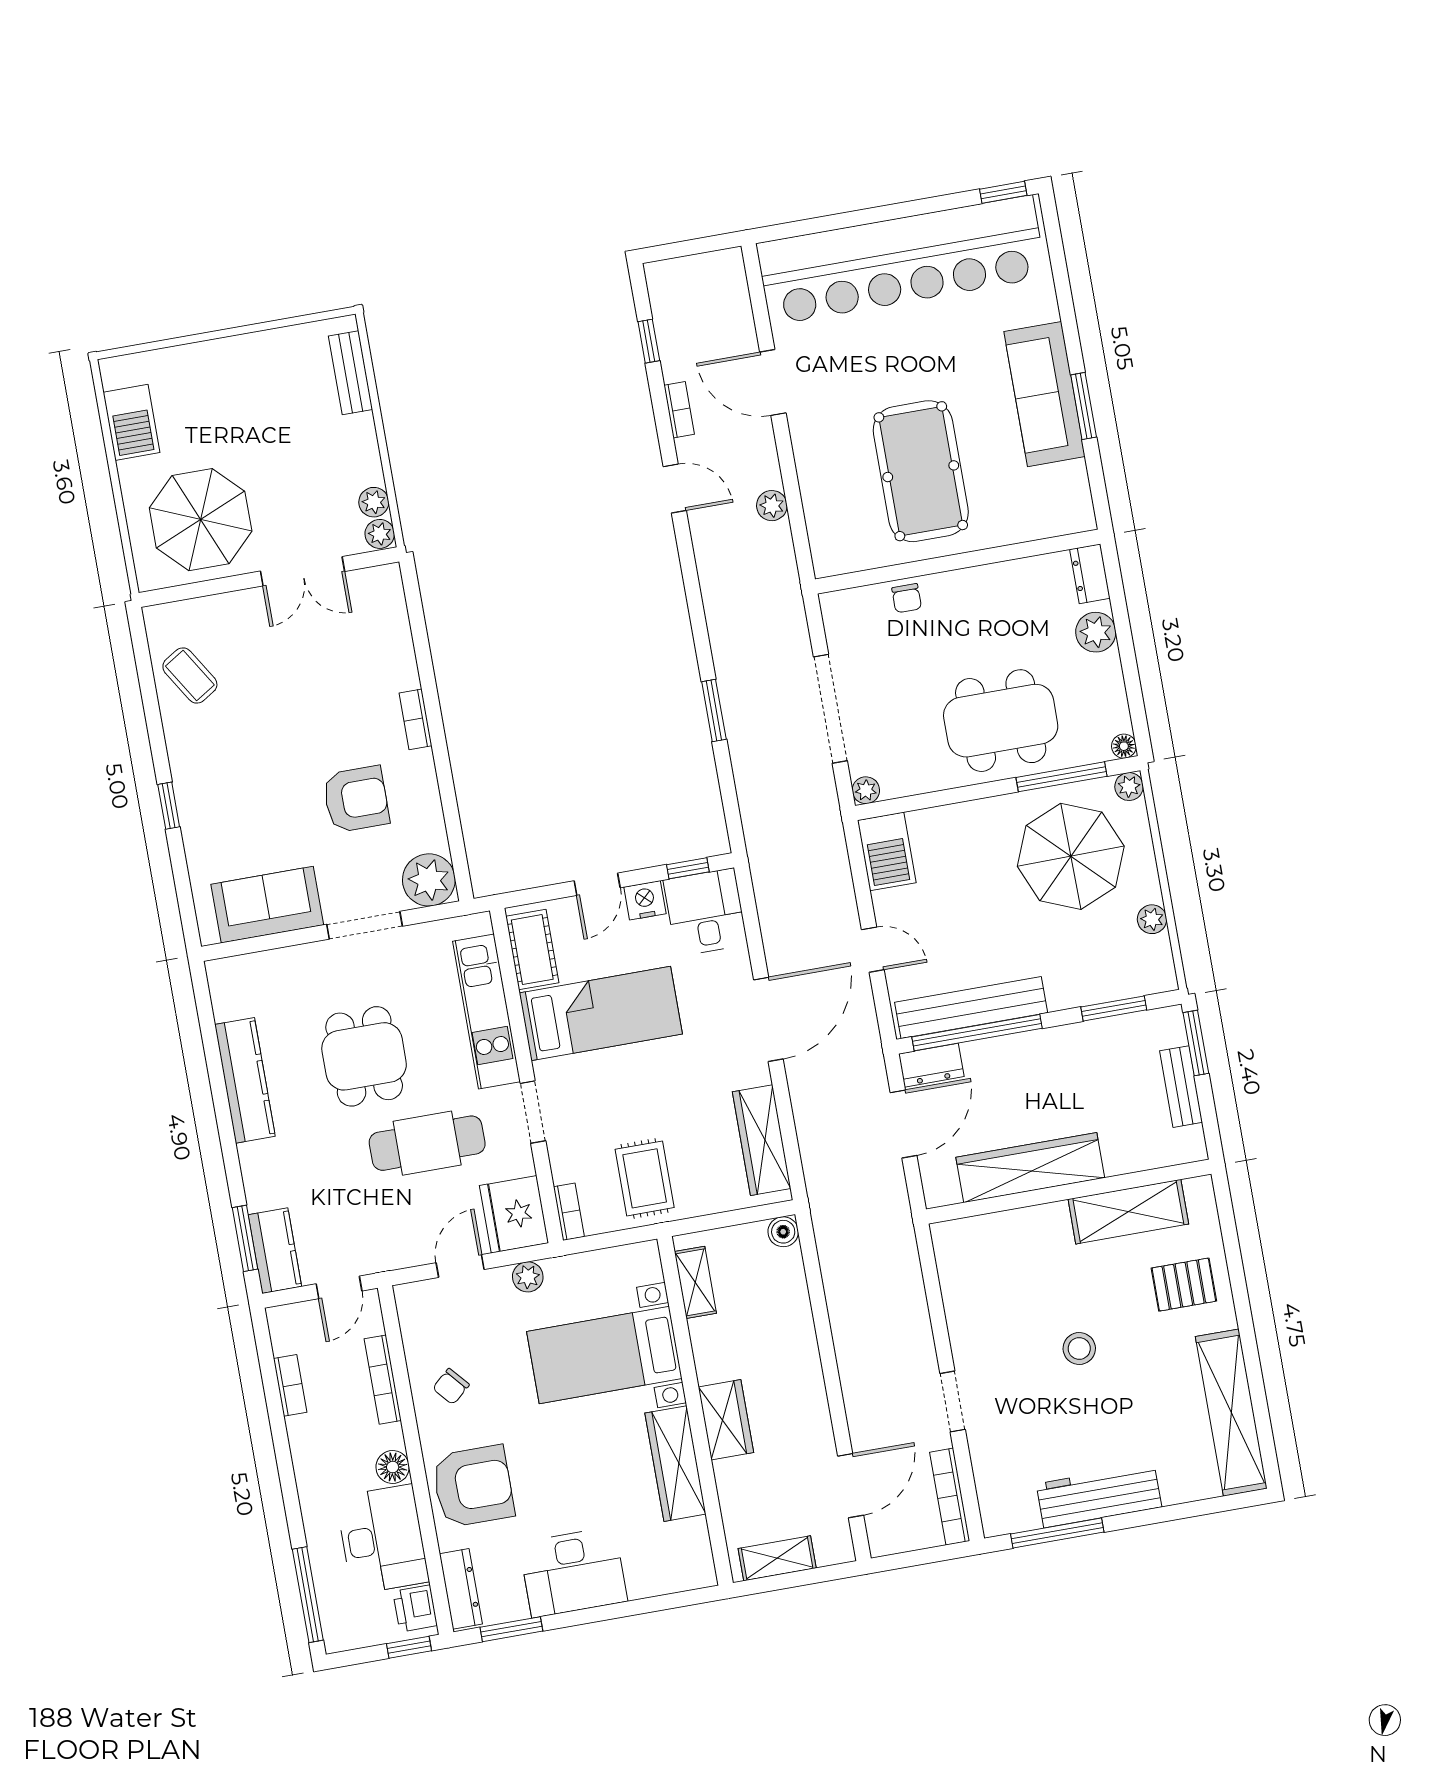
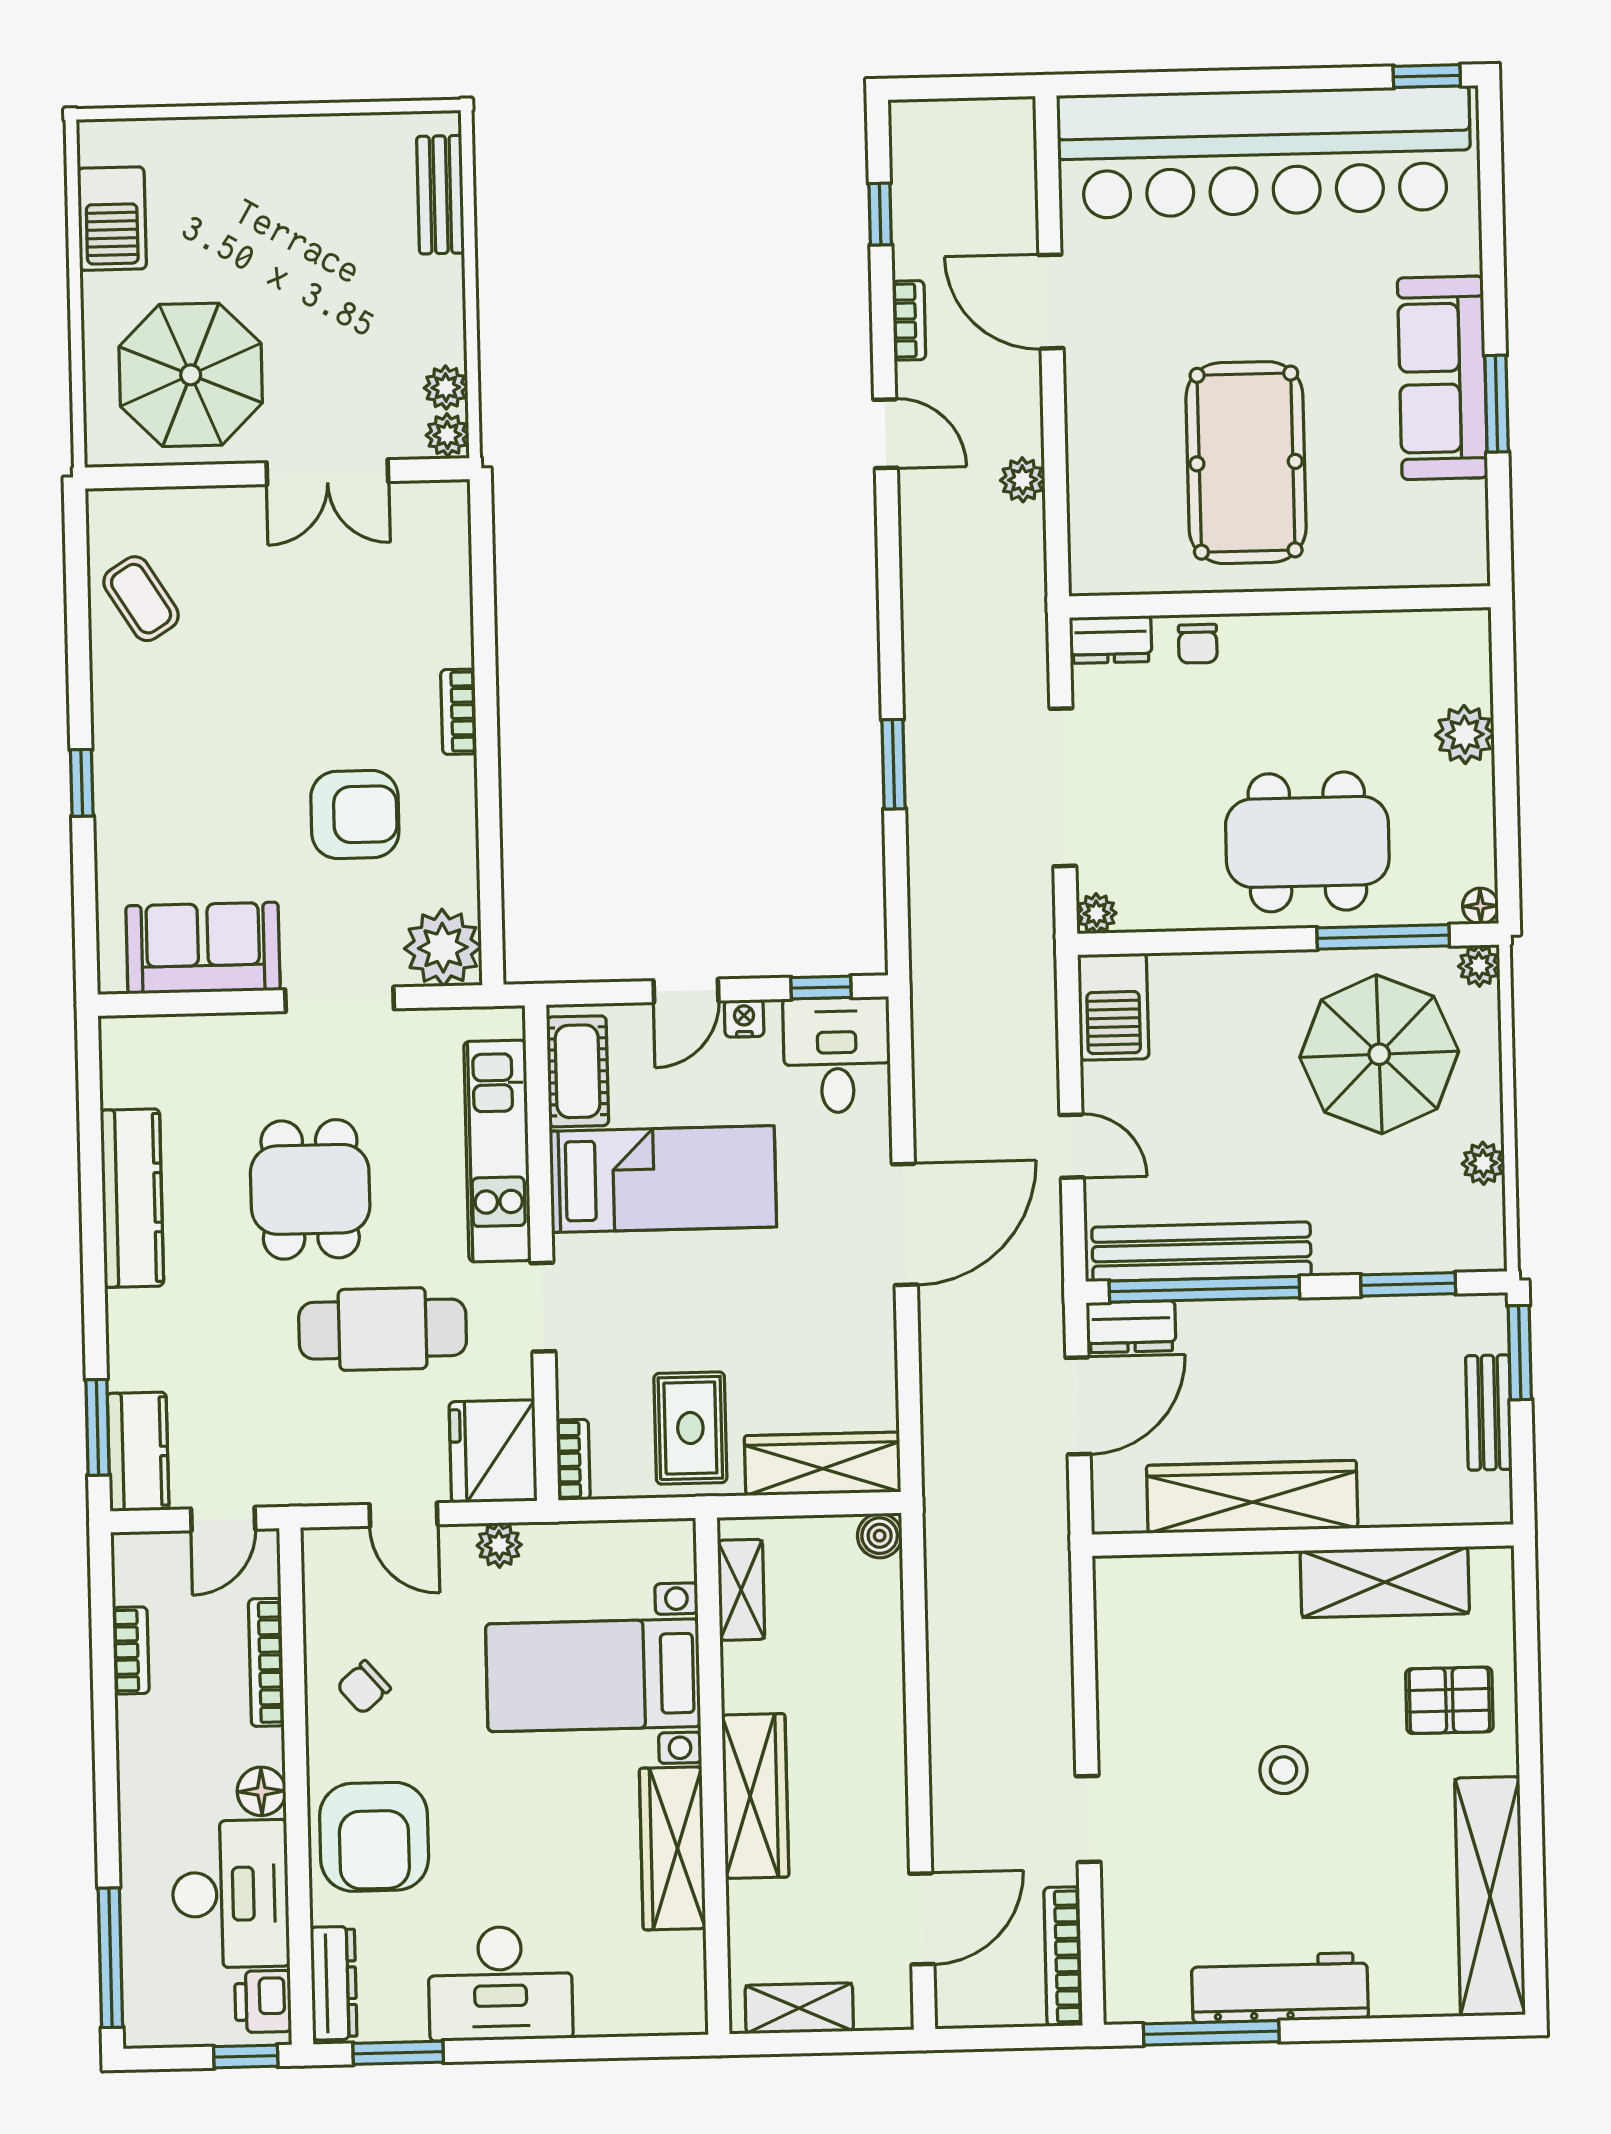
dresser: (1090, 574) -> (1111, 639), moved, turned -90
nightstand: (645, 900) -> (744, 1018), width x0.72, depth x0.74
wardrobe: (762, 1140) -> (823, 1464), moved, turned 90
door: (460, 1266) -> (404, 1515), swing flipped
wardrobe: (726, 1420) -> (755, 1796), width x1.50
armchair: (473, 1486) -> (374, 1837), turned 90

